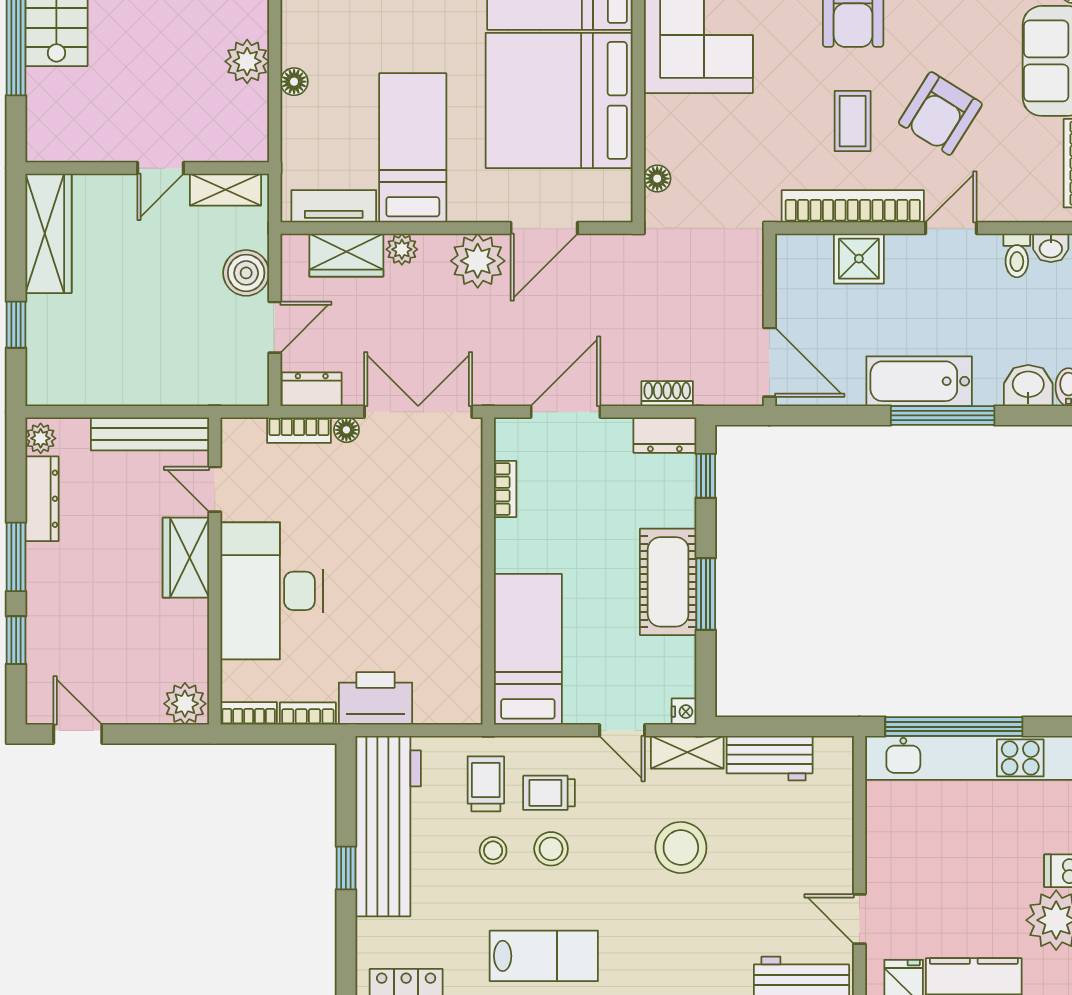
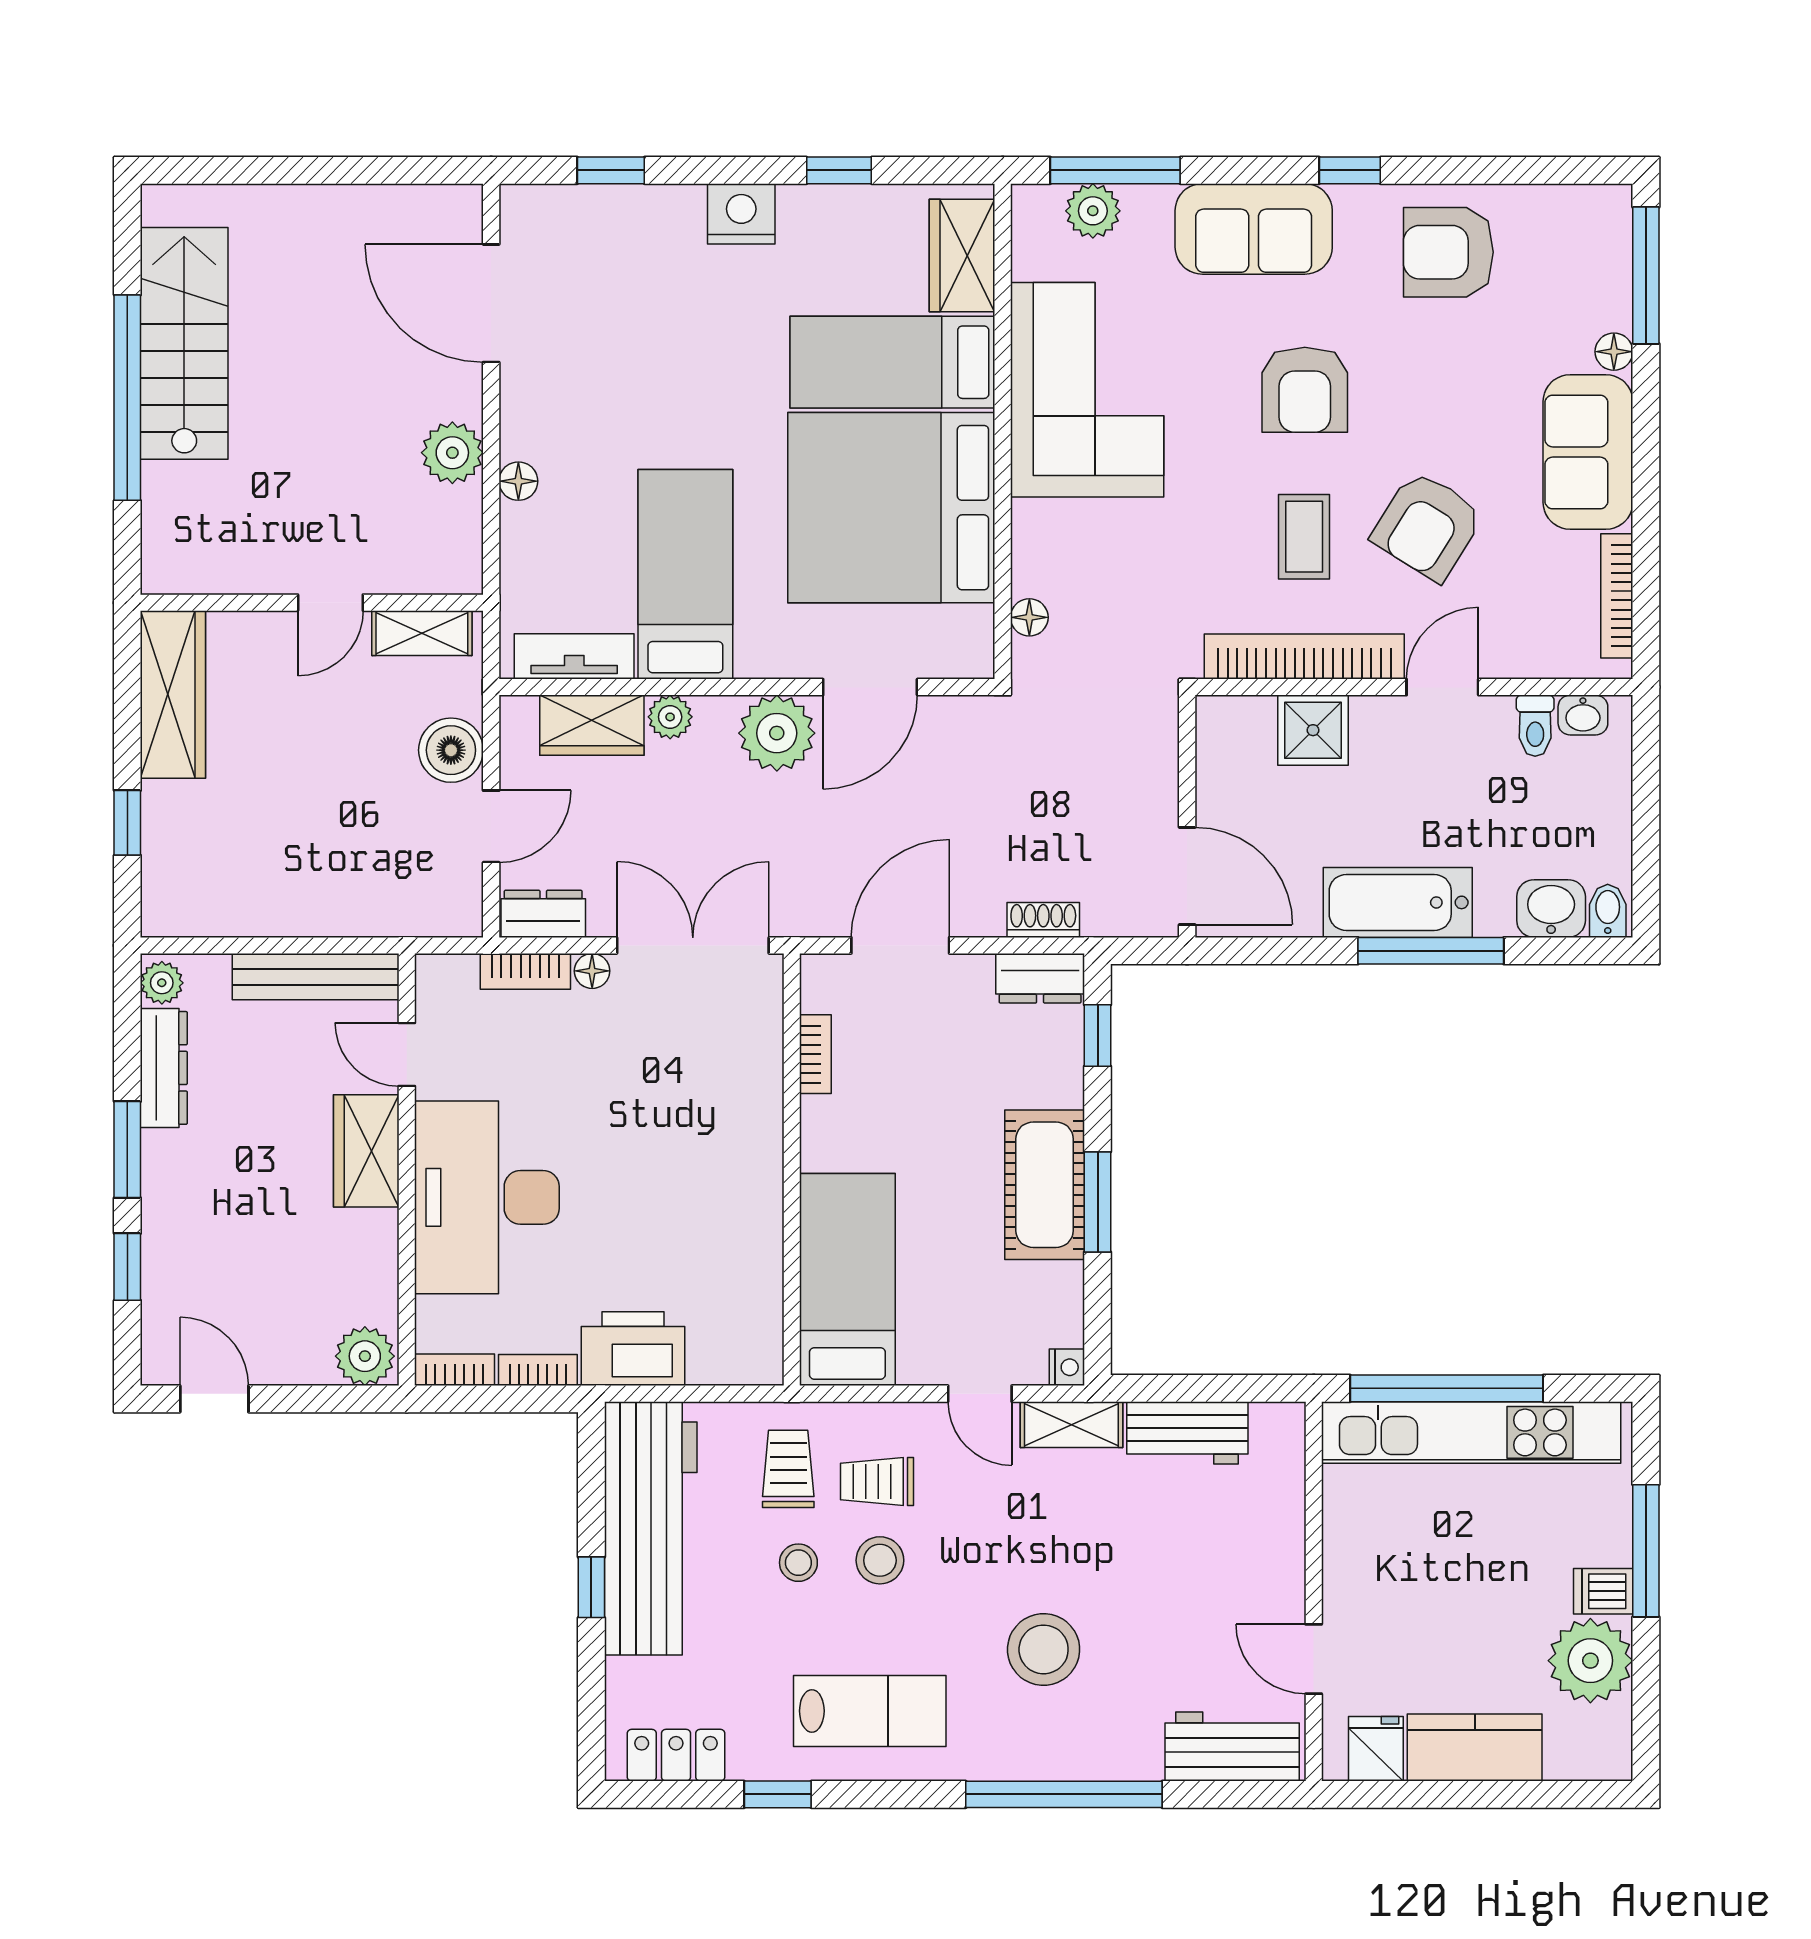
stool: (681, 848) -> (1044, 1649), moved

